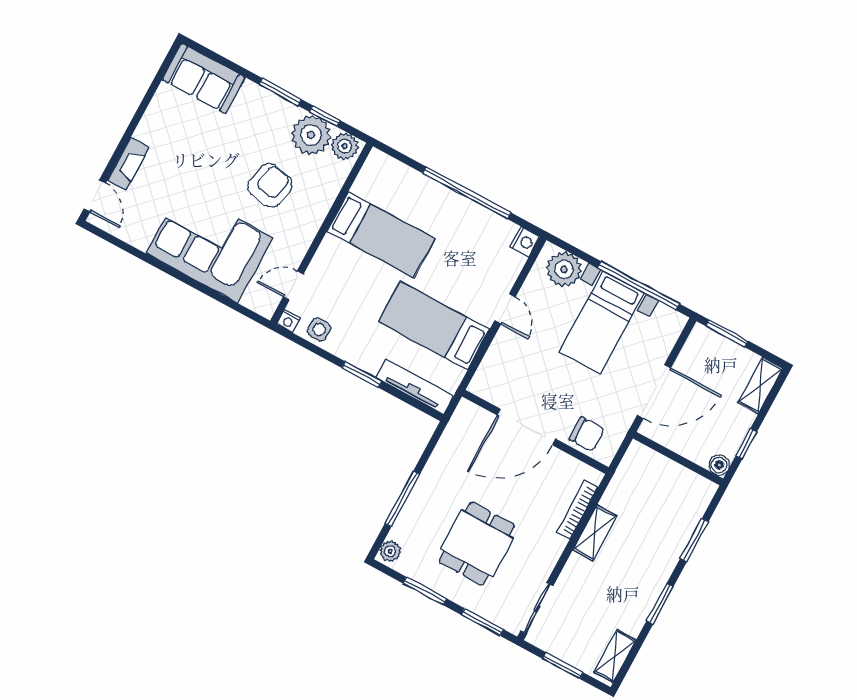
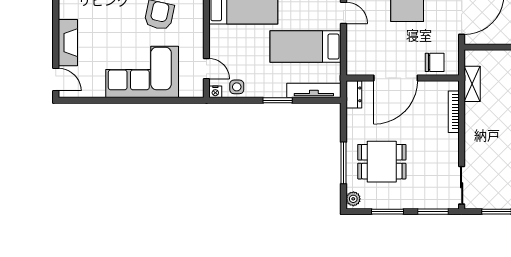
fireplace: (128, 164) -> (68, 43), width x1.37, depth x1.32
door: (293, 286) -> (206, 69), swing flipped
dresser: (462, 419) -> (354, 94), added
shelving: (595, 533) -> (472, 84), moved
dining table: (477, 544) -> (382, 162), moved, turned 90

